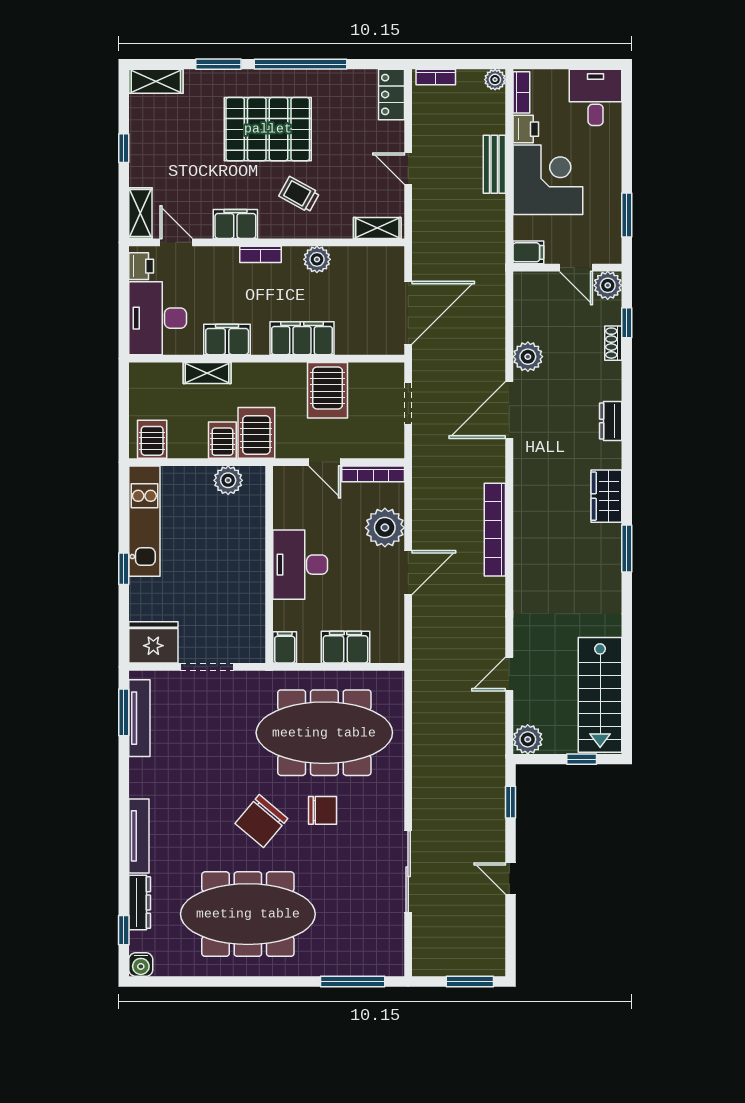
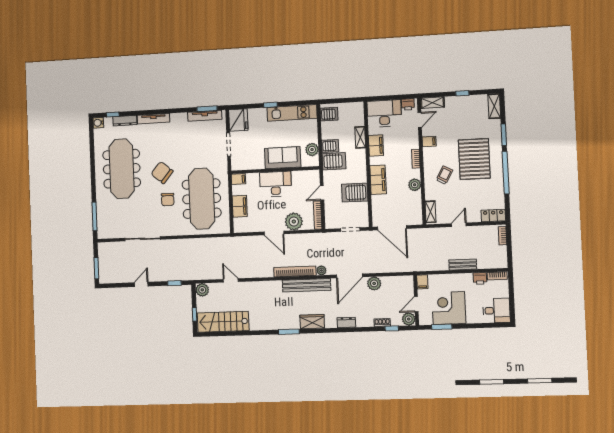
plant: (495, 80) -> (321, 270), moved
corner desk: (548, 180) -> (449, 308), moved, turned 180
filing cabinet: (235, 224) -> (429, 141), width x0.50
door: (509, 410) -> (349, 276), swing flipped
bench: (526, 505) -> (307, 285), added
sofa: (242, 546) -> (283, 158), added

